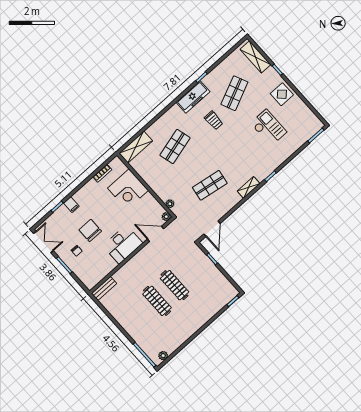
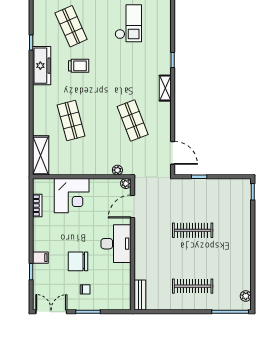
checkout: (269, 128) -> (128, 23), turned 90
shop shelf: (210, 185) -> (133, 121), turned -30
clothes rail: (157, 301) -> (193, 286), moved

